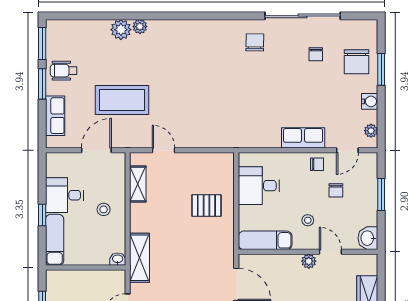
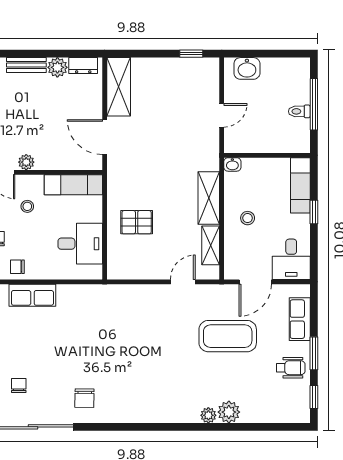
window: (42, 43) -> (314, 397), width x0.67
door: (164, 150) -> (183, 282), swing flipped
desk: (64, 195) -> (291, 259), moved, turned 90
shelving: (140, 258) -> (209, 198), moved

